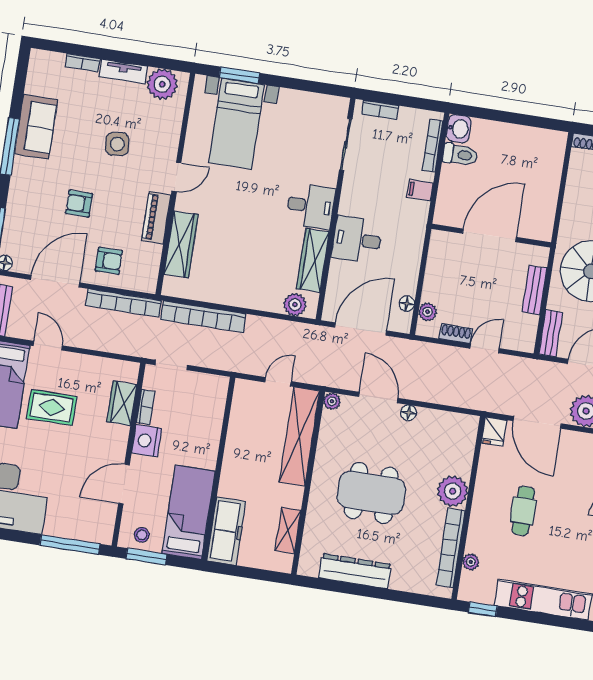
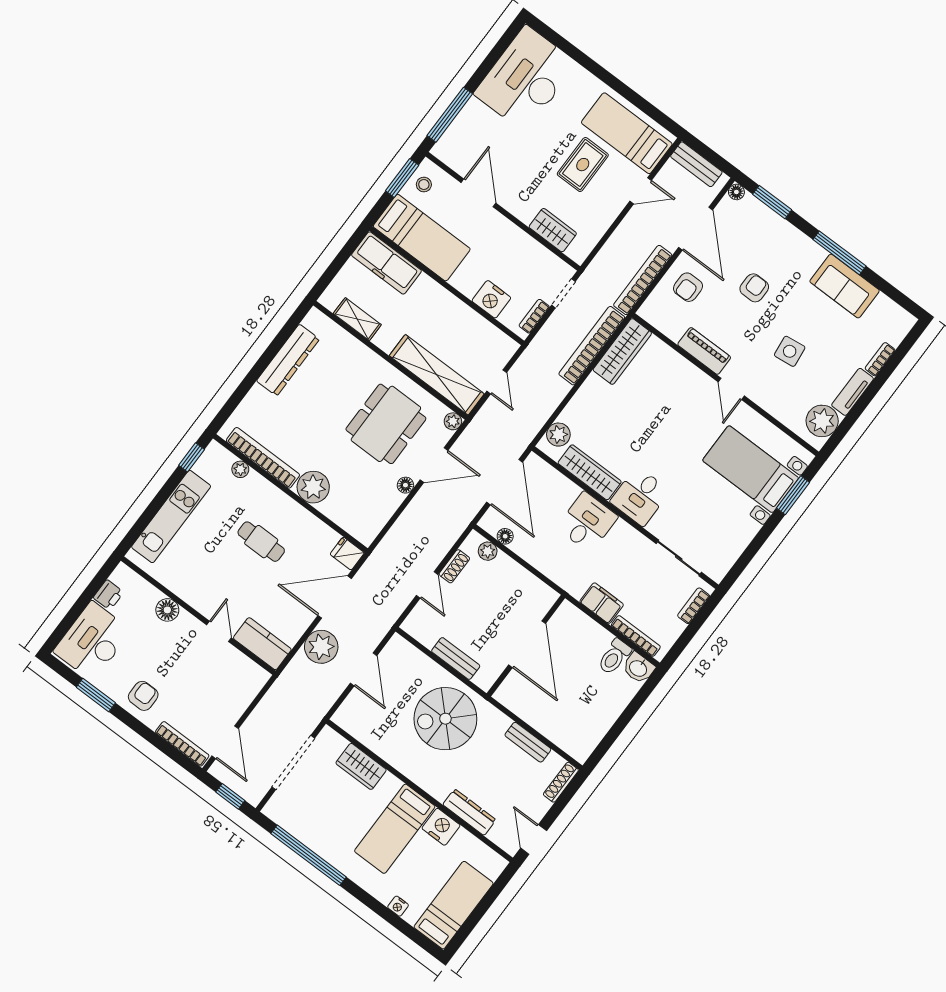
filing cabinet: (420, 190) -> (602, 603), width x2.00
wardrobe: (181, 244) -> (622, 351), moved, turned -90
bench: (551, 333) -> (528, 742), moved
bookcase: (145, 407) -> (534, 316), moved, turned 90
nightstand: (147, 441) -> (491, 299), moved, turned 180
dining table: (371, 493) -> (386, 424), moved

